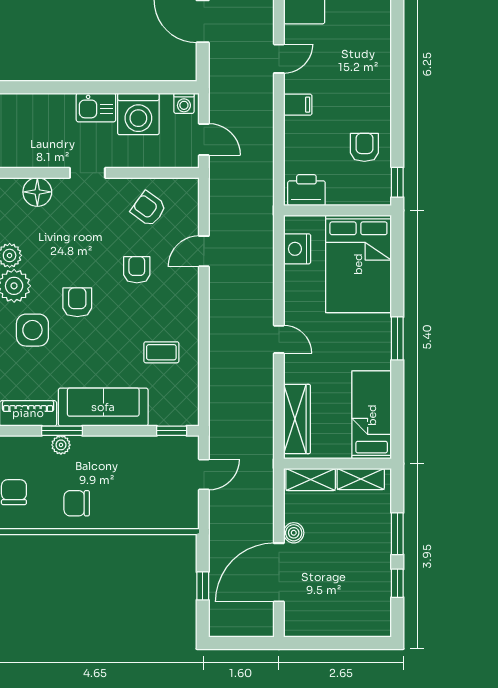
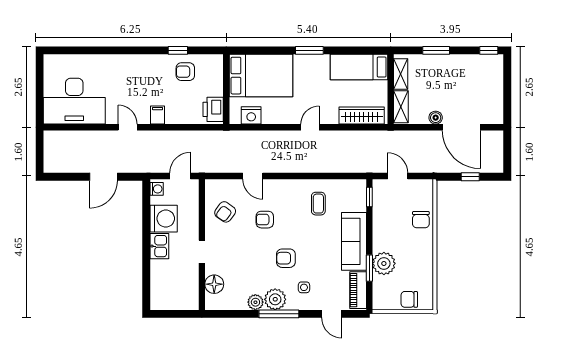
window: (397, 182) -> (178, 50), moved
side table: (32, 330) -> (304, 287), width x0.54, depth x0.54
plant: (61, 445) -> (384, 263), width x1.88, depth x1.88
chair: (77, 503) -> (421, 220), moved
window: (397, 583) -> (489, 50), moved

